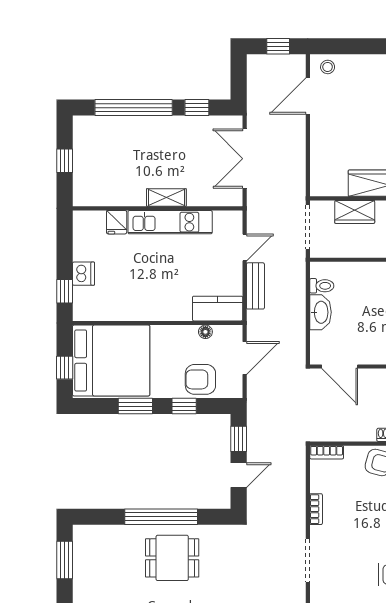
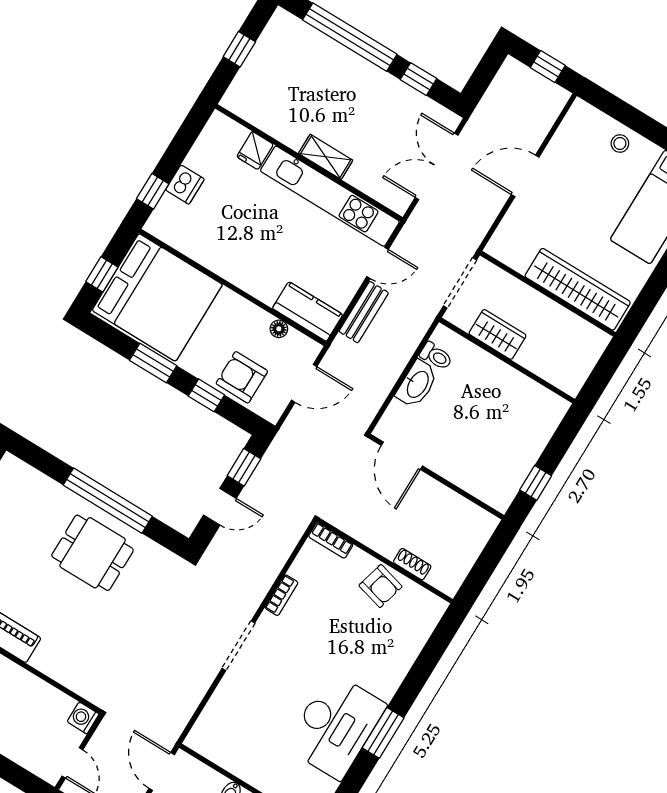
stool: (328, 67) -> (620, 144), moved
door: (308, 96) -> (525, 176), moved
wardrobe: (355, 212) -> (497, 334), moved, turned 180
kitchen unit: (170, 222) -> (330, 196), width x1.36

